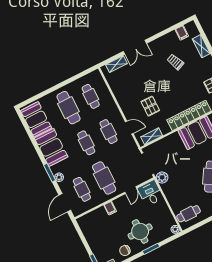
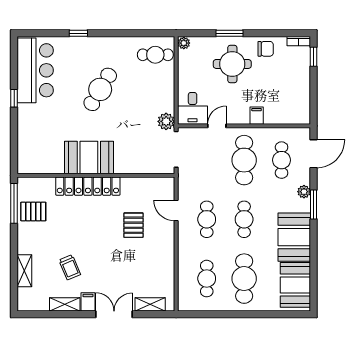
filing cabinet: (182, 33) -> (88, 302), moved
shelving: (152, 136) -> (65, 304), moved

